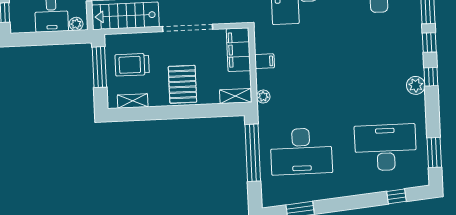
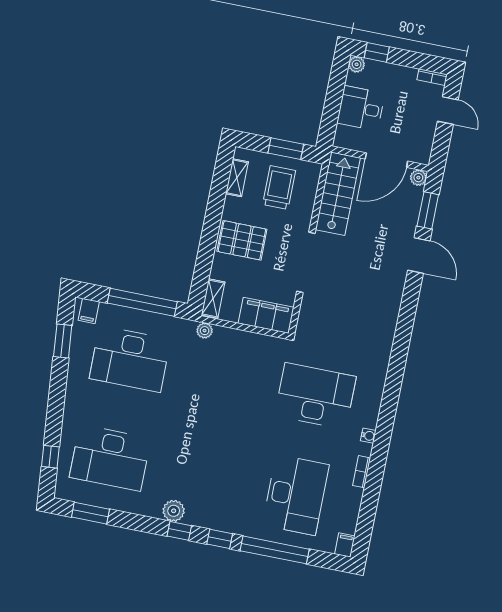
plant: (76, 24) -> (357, 64), moved
filing cabinet: (265, 61) -> (89, 311), moved
window: (99, 67) -> (286, 149), width x0.69
desk: (386, 148) -> (110, 458), turned 90
desk: (301, 151) -> (130, 359), turned -90

